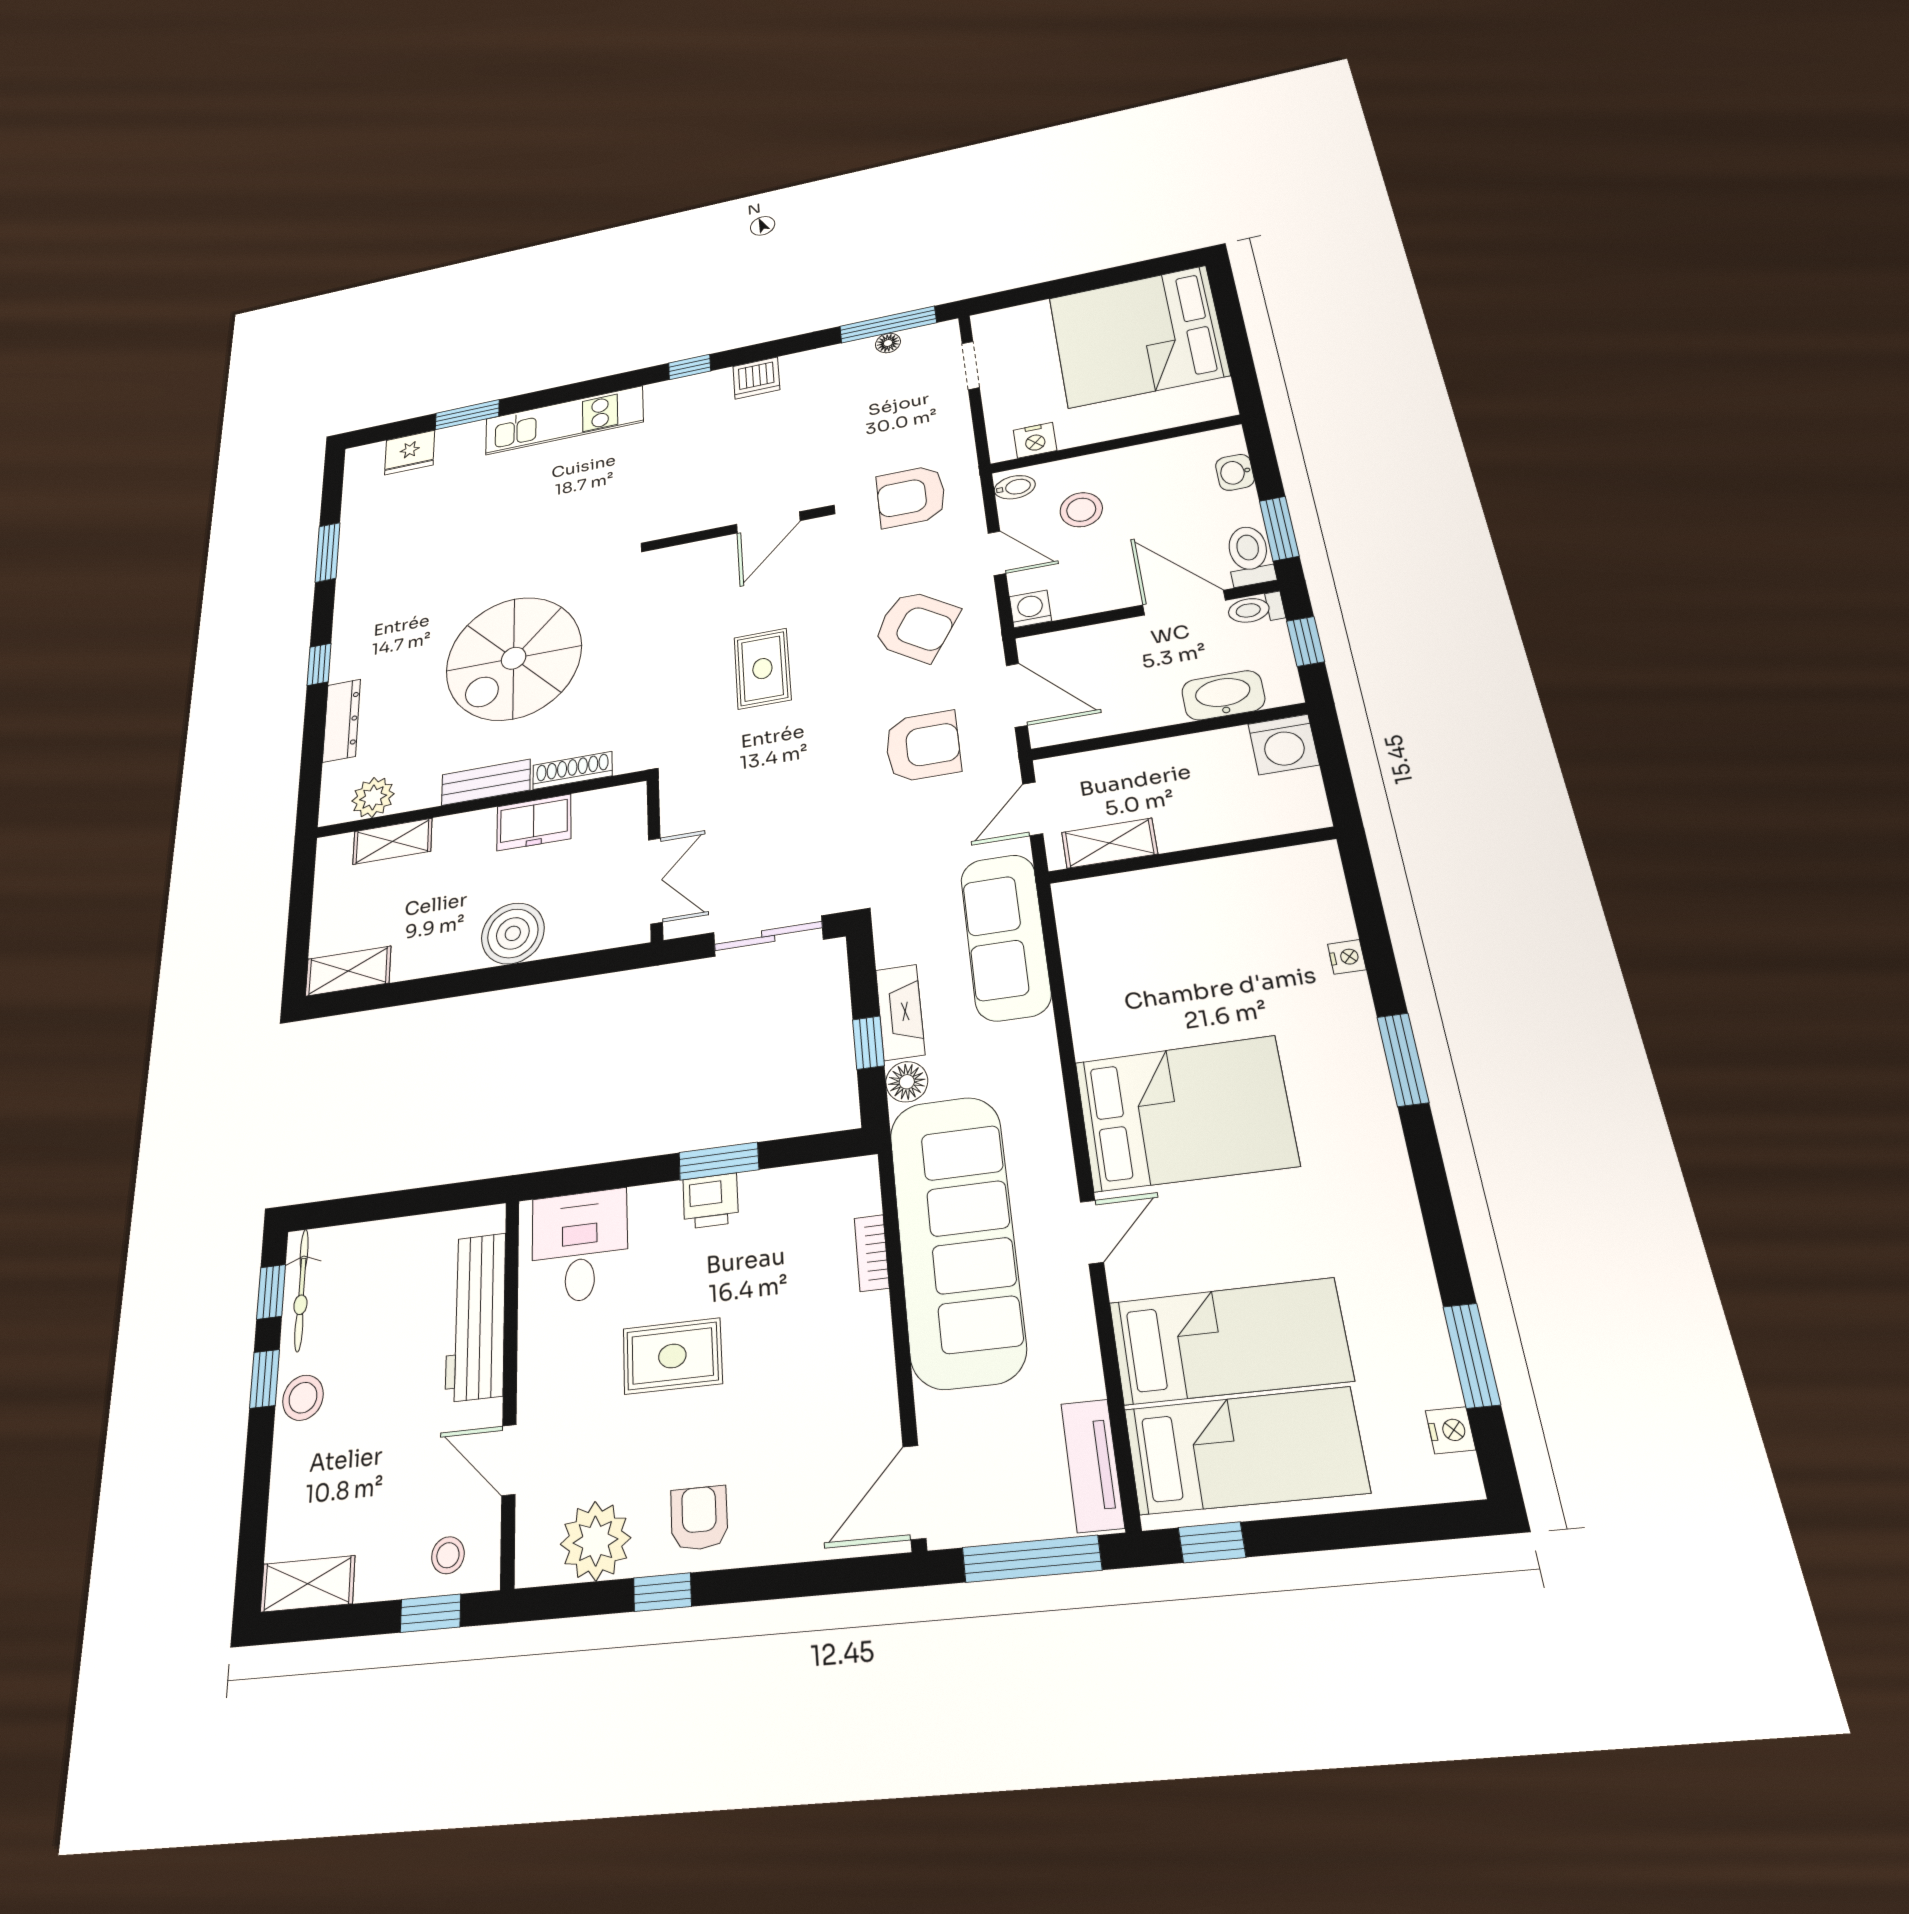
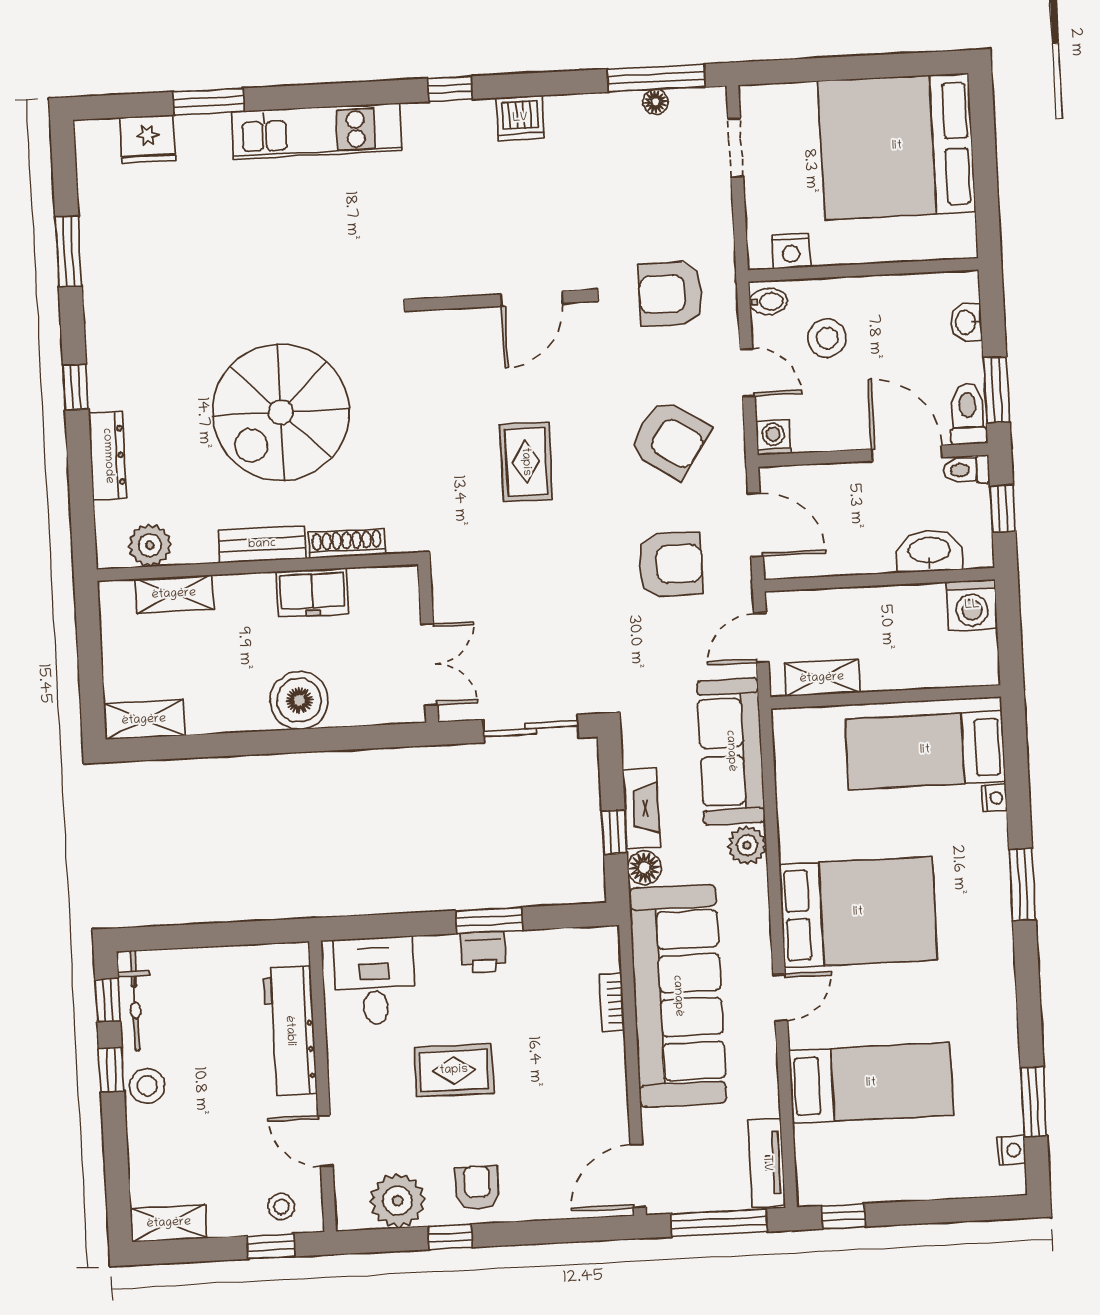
plant: (1033, 1043) -> (747, 845), added
bed: (1245, 1451) -> (925, 750), moved, turned 180

